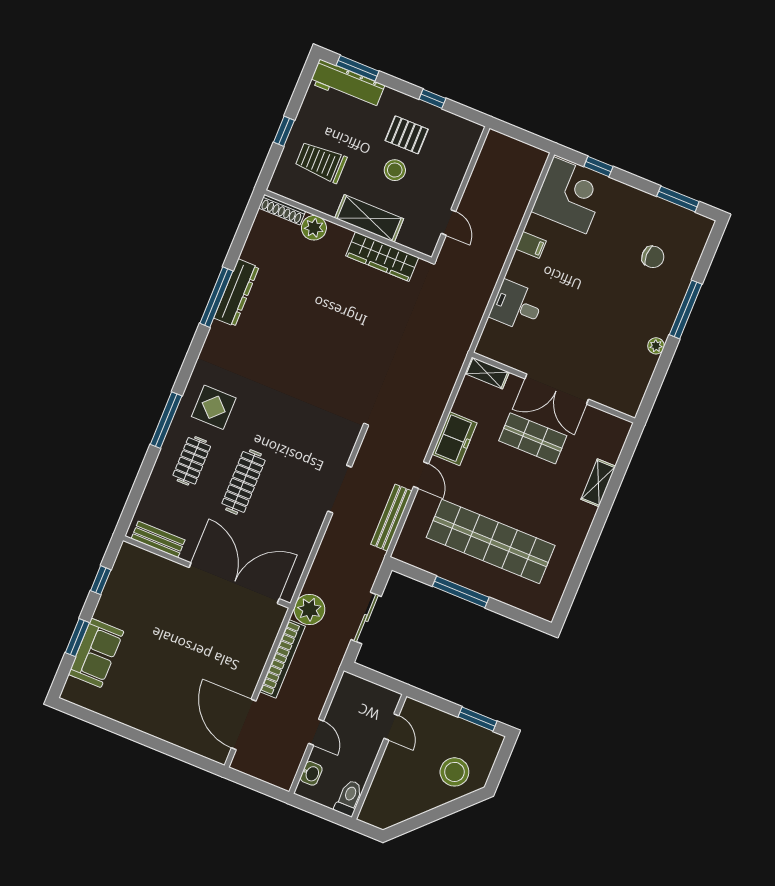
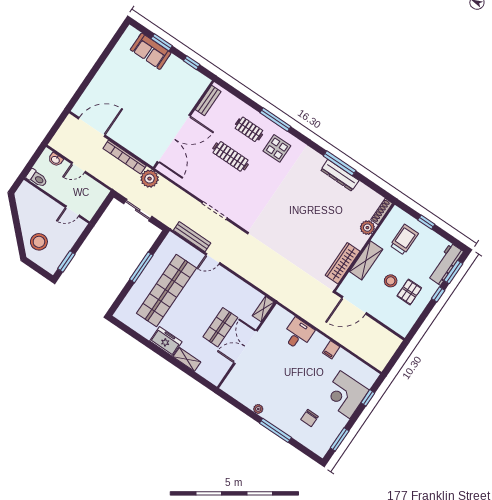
window: (432, 99) -> (438, 294), moved
corner desk: (570, 195) -> (345, 395), moved, turned 90
door: (449, 222) -> (354, 305), width x1.87
freezer: (455, 439) -> (166, 341), moved, turned 180

